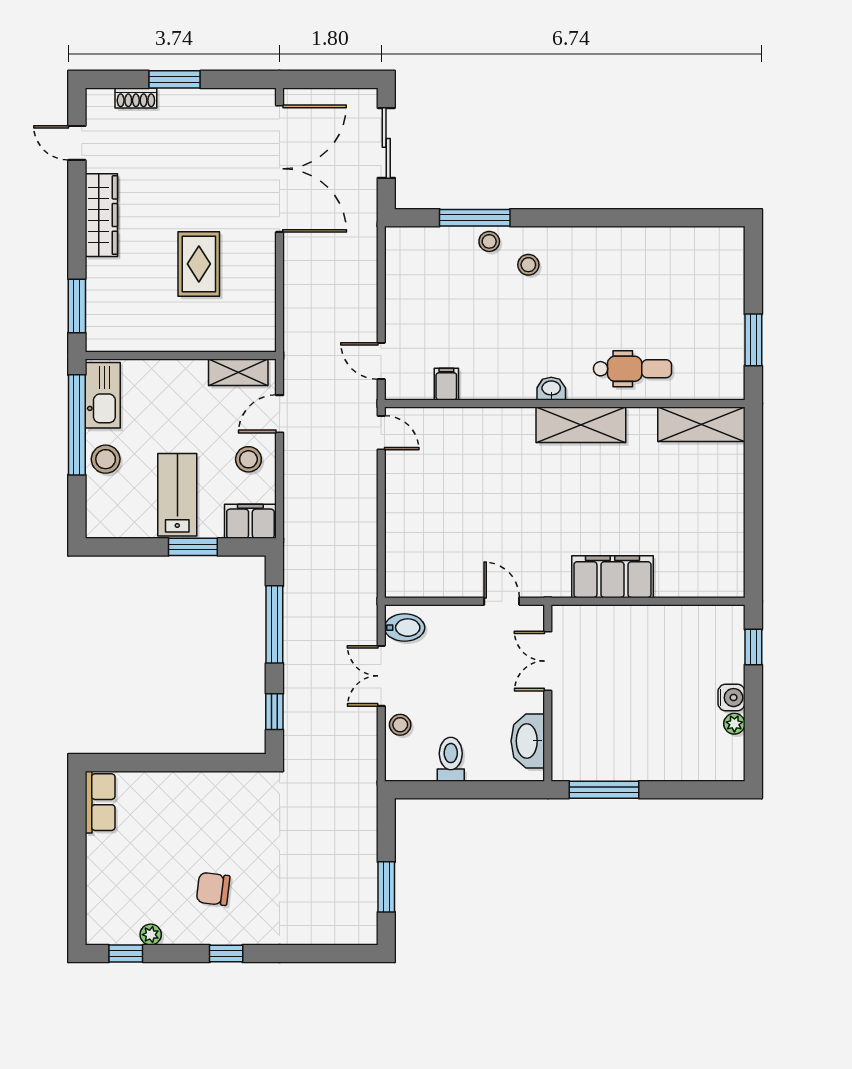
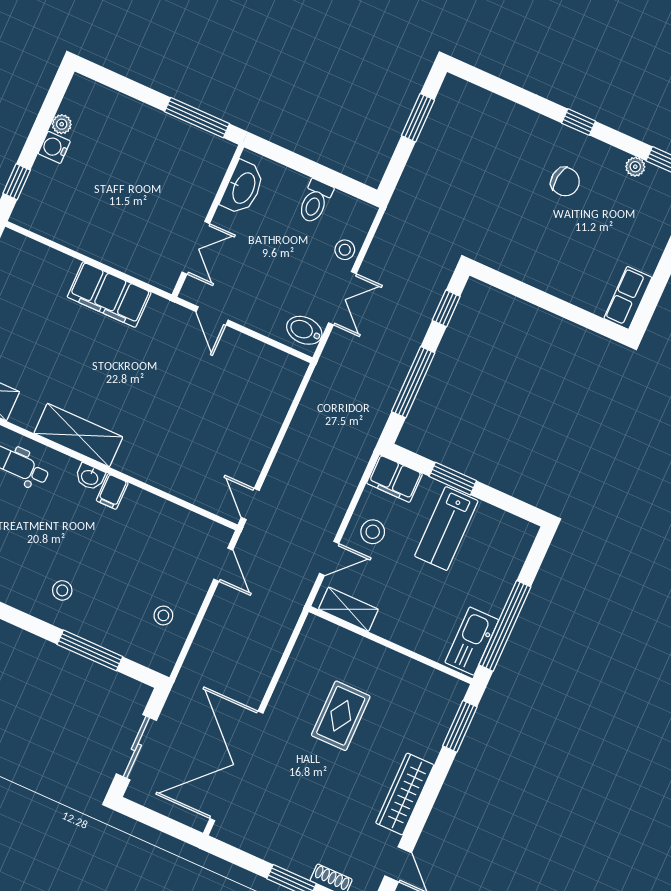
stool: (489, 241) -> (163, 615), moved
filing cabinet: (446, 384) -> (112, 492), moved
stool: (106, 459) -> (494, 586), removed

